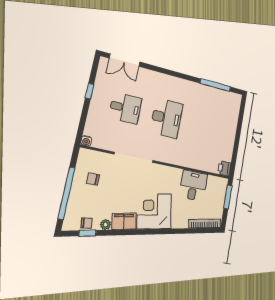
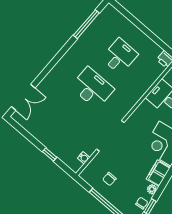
window: (89, 91) -> (50, 154), moved
desk: (125, 108) -> (120, 56), moved
water cooler: (86, 141) -> (84, 158), moved

